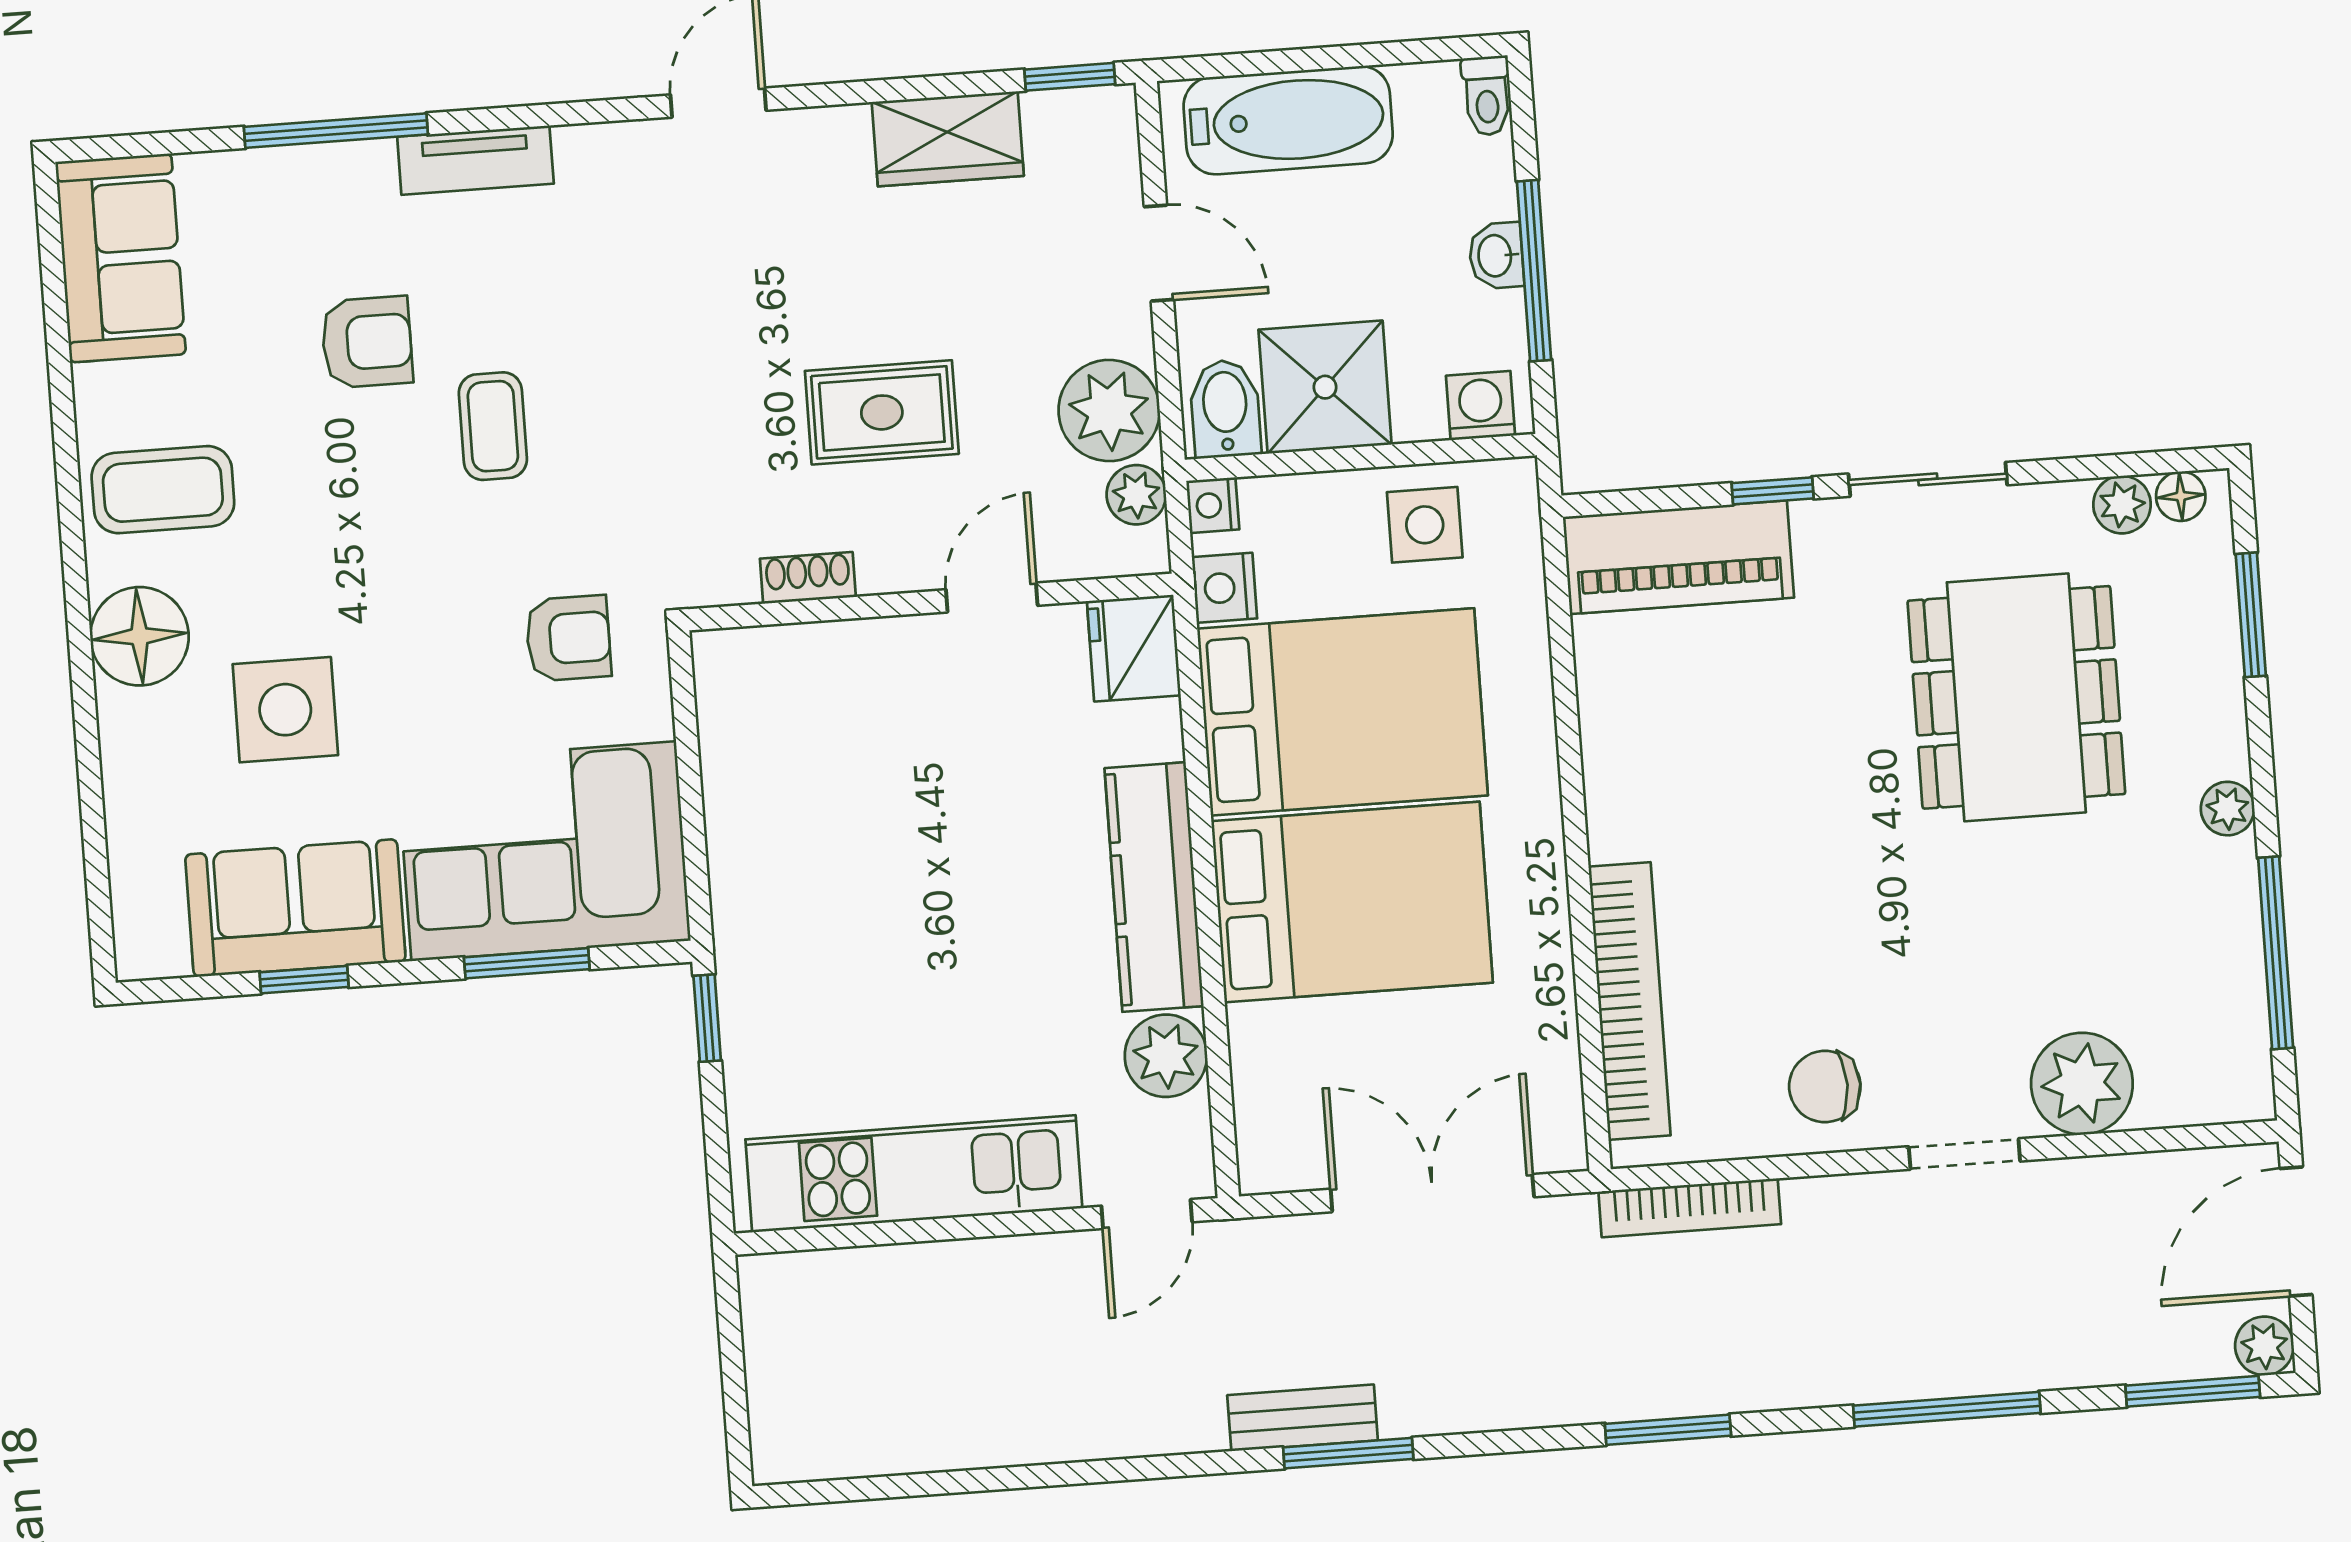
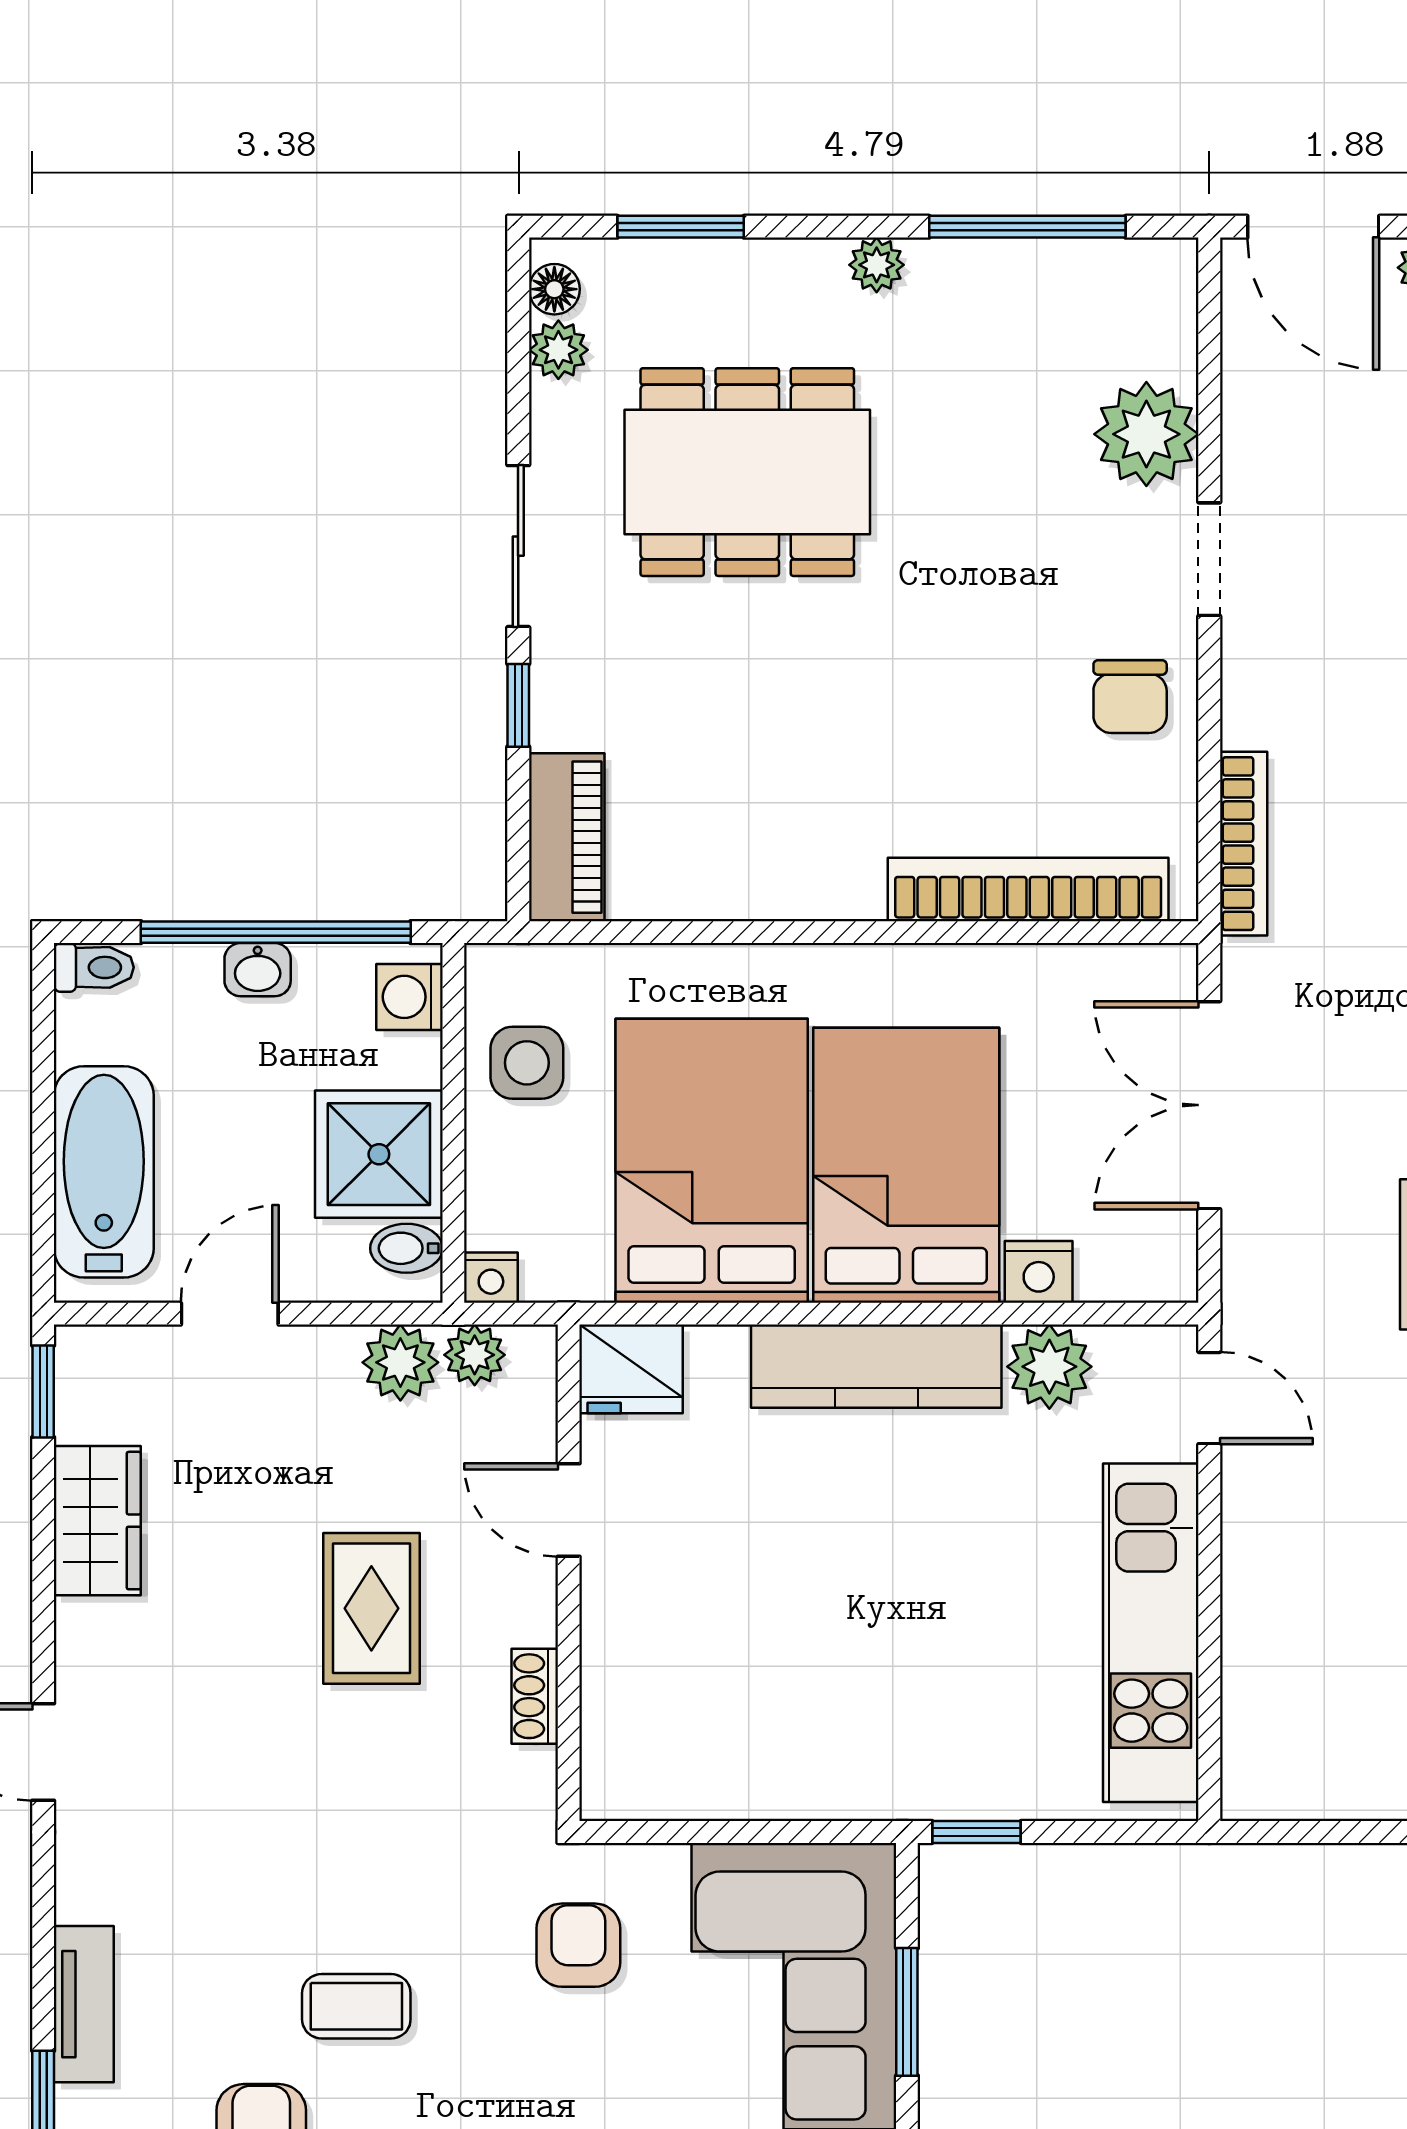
window: (1534, 271) -> (276, 932), width x1.46
bidet: (1225, 409) -> (406, 1248), width x0.72, depth x0.74
plant: (1109, 410) -> (400, 1362), width x0.73, depth x0.73
piano: (1678, 557) -> (567, 837), width x0.73, depth x0.75
nightstand: (1225, 588) -> (1039, 1272), moved

